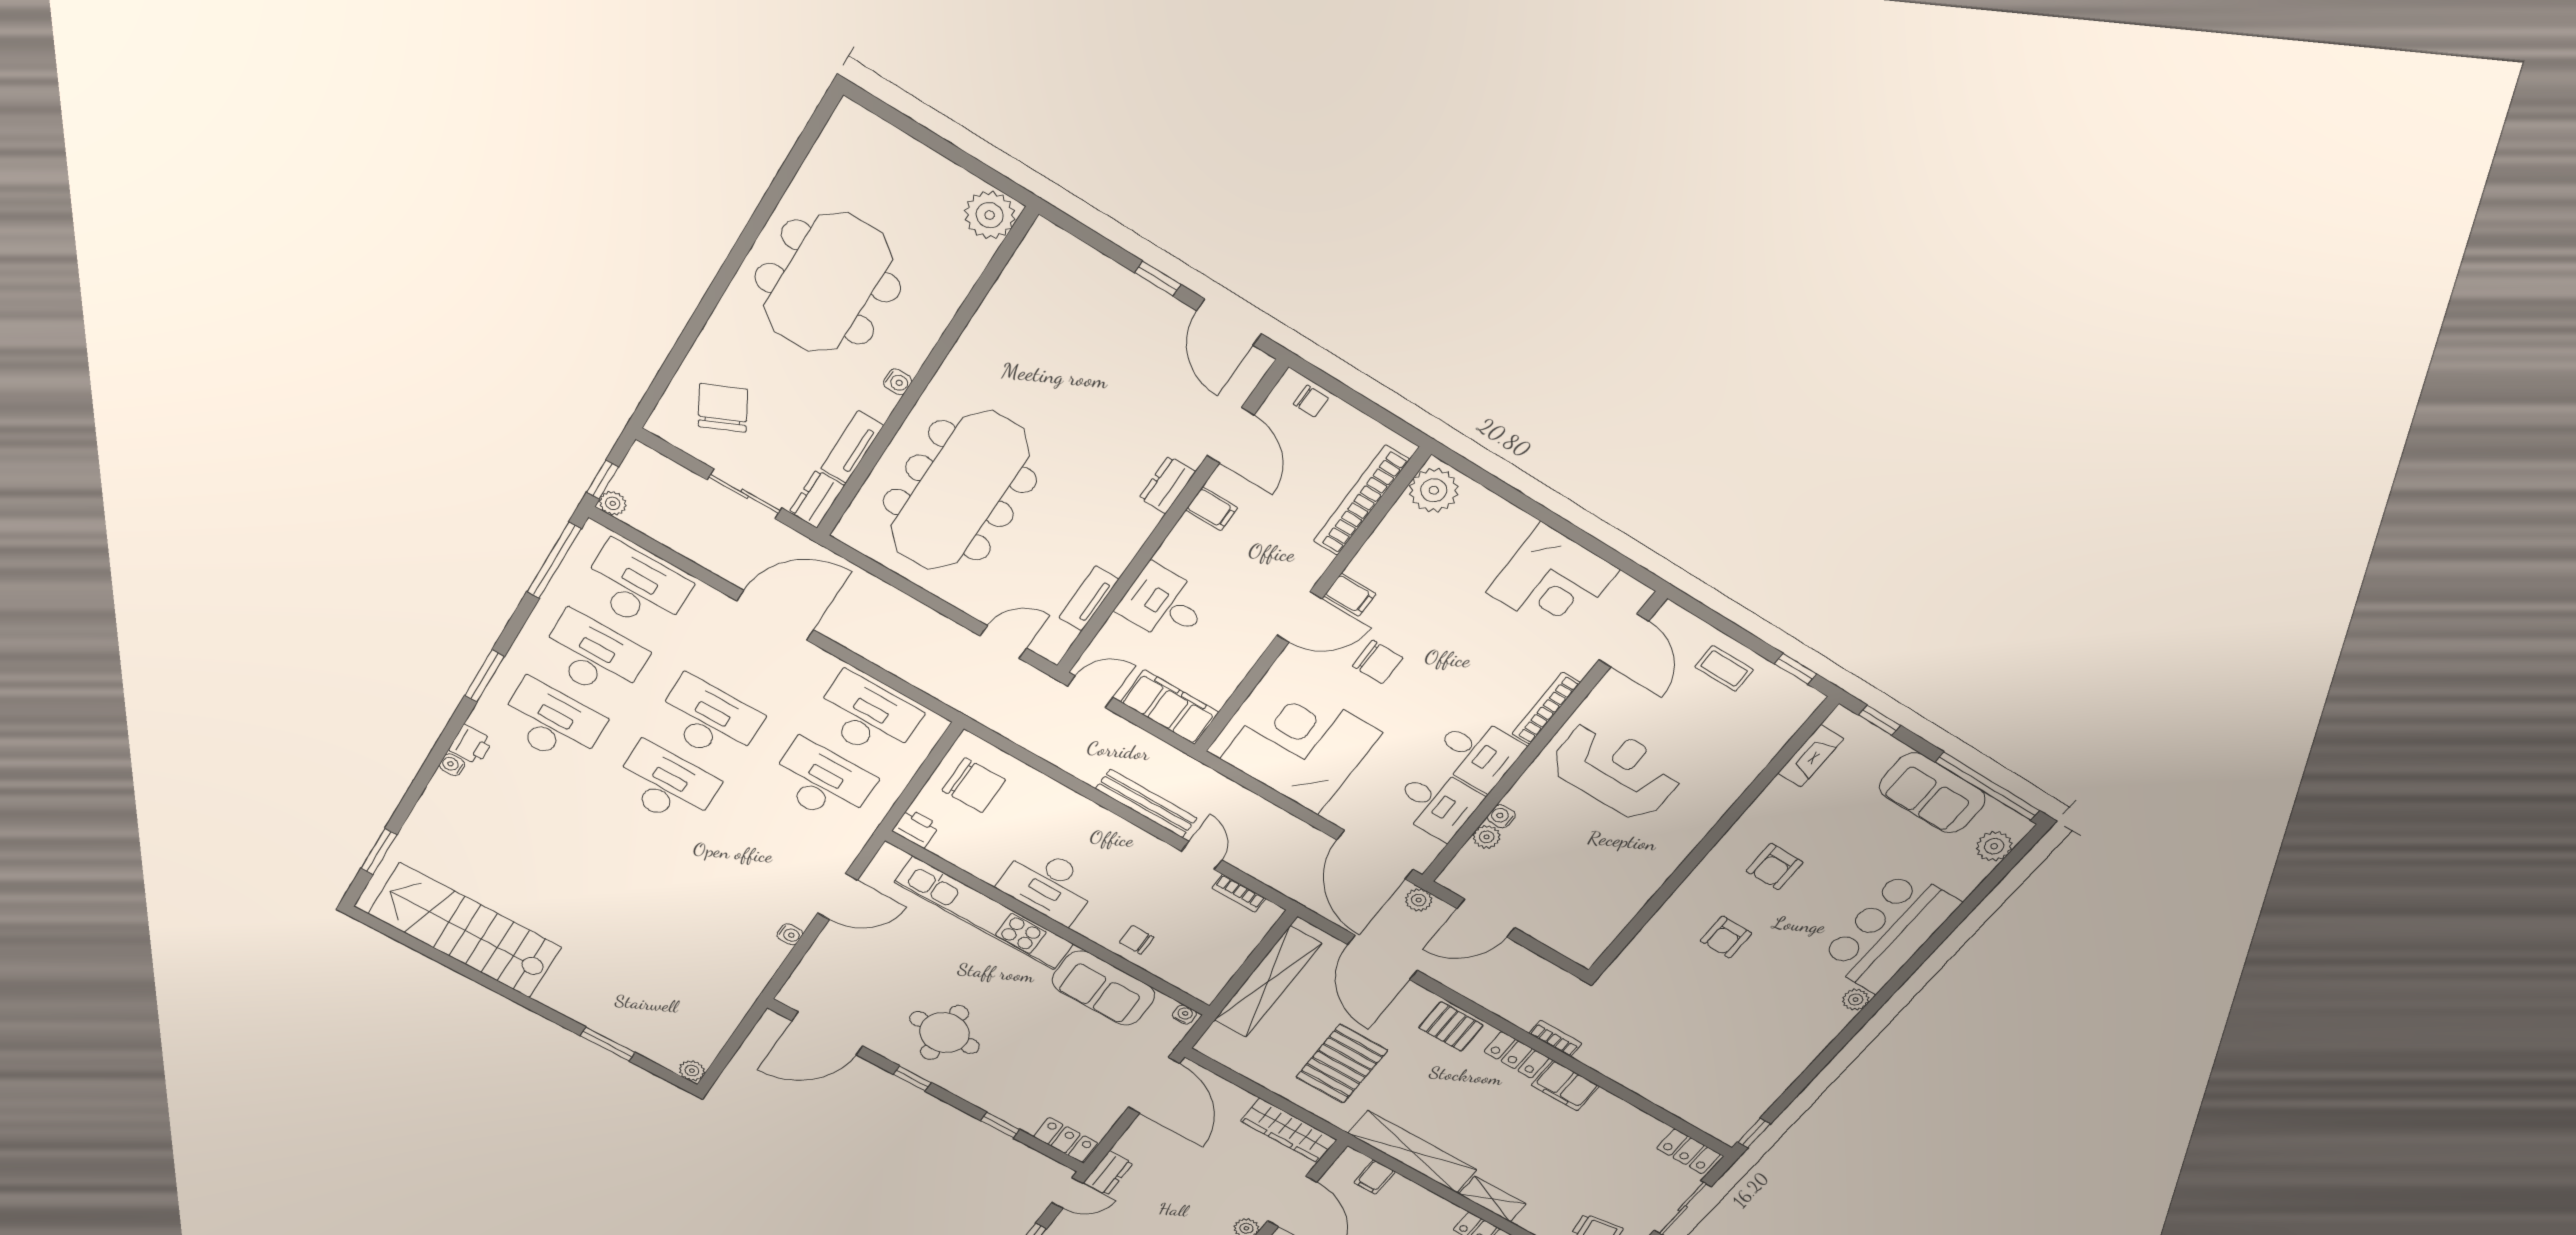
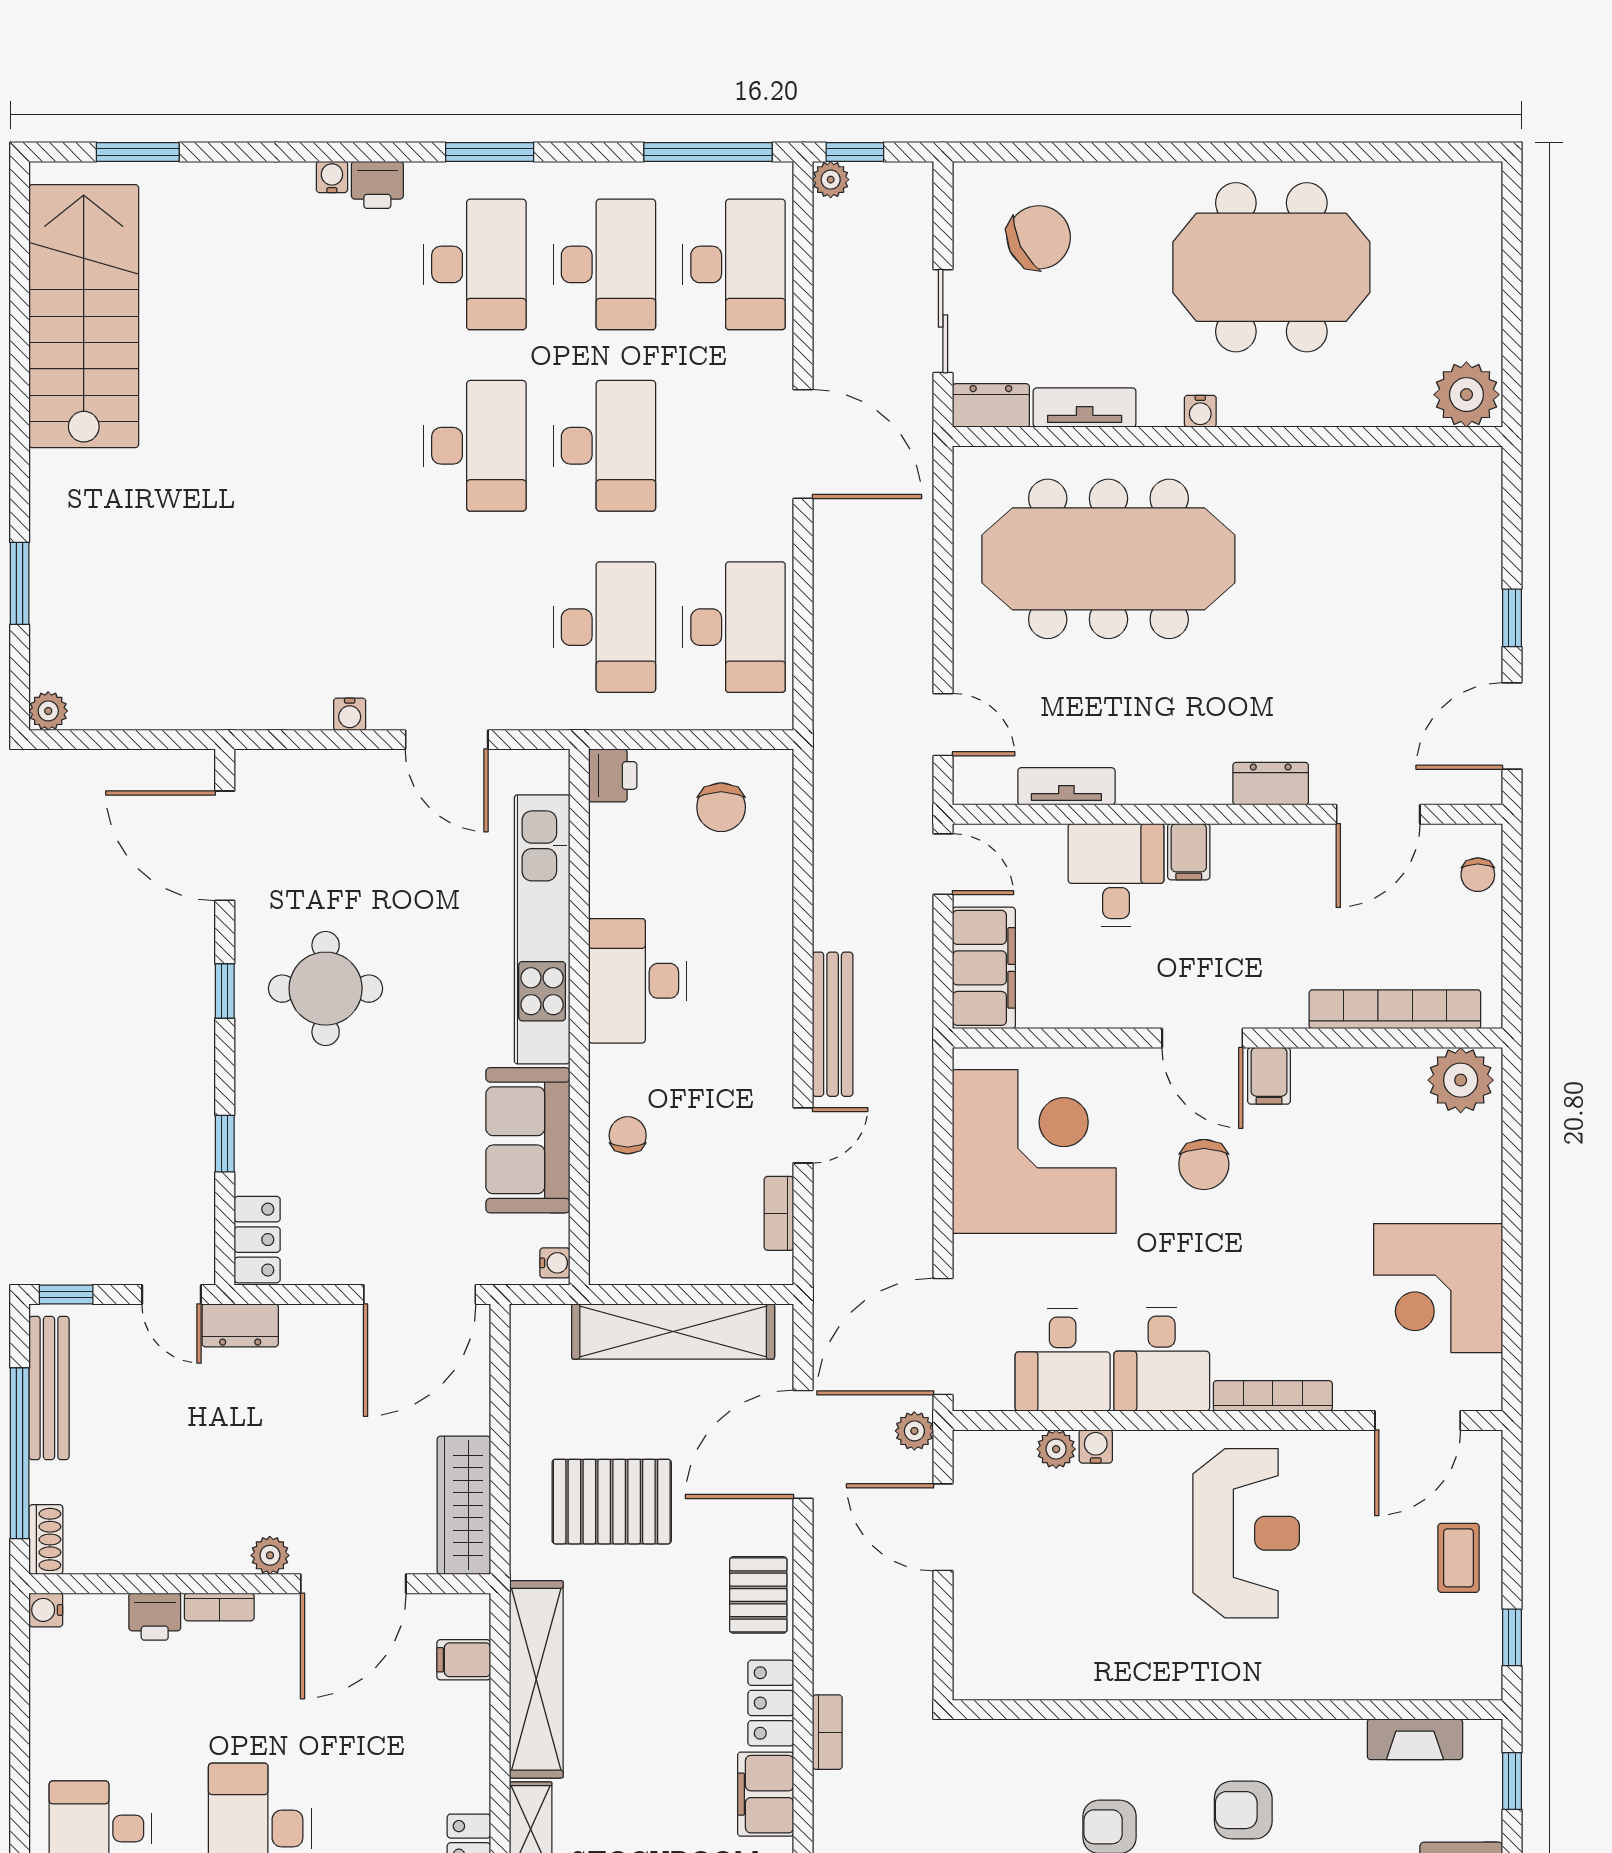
filing cabinet: (1212, 509) -> (1189, 852), moved
chair: (974, 785) -> (721, 807), width x0.73, depth x0.73

